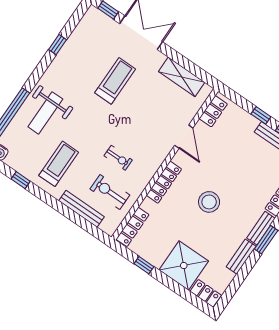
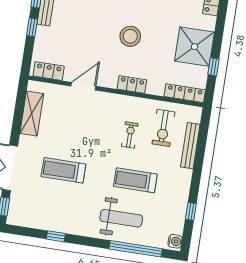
treadmill: (59, 164) -> (135, 180), moved
locker: (164, 182) -> (132, 84), width x0.66
shower: (184, 265) -> (195, 47), moved

